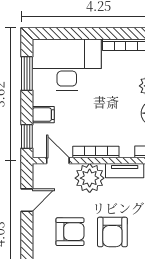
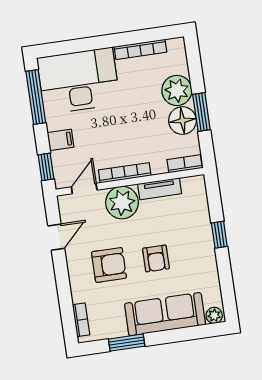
window: (27, 74) -> (36, 97), width x1.44
door: (58, 161) -> (84, 188), hinge flipped
armchair: (112, 232) -> (156, 258), width x0.72, depth x0.72

